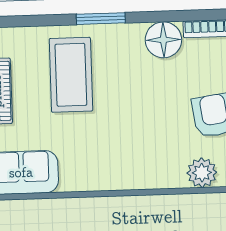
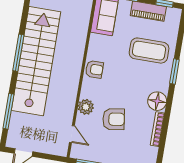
armchair: (127, 171) -> (94, 69), added

